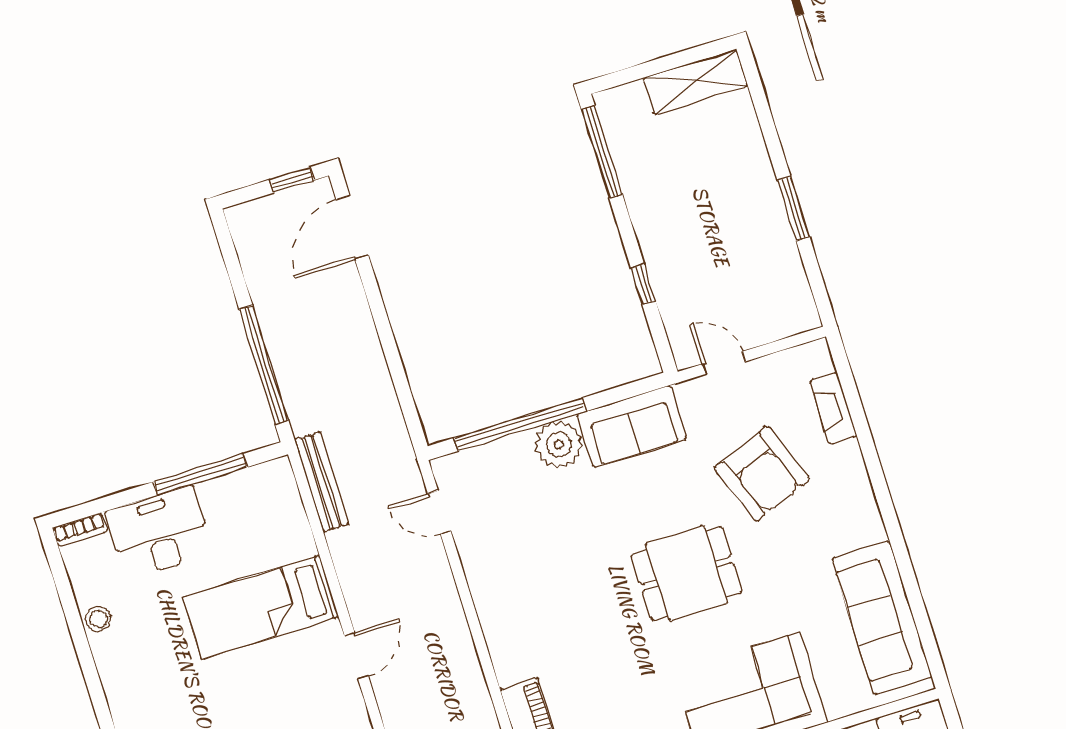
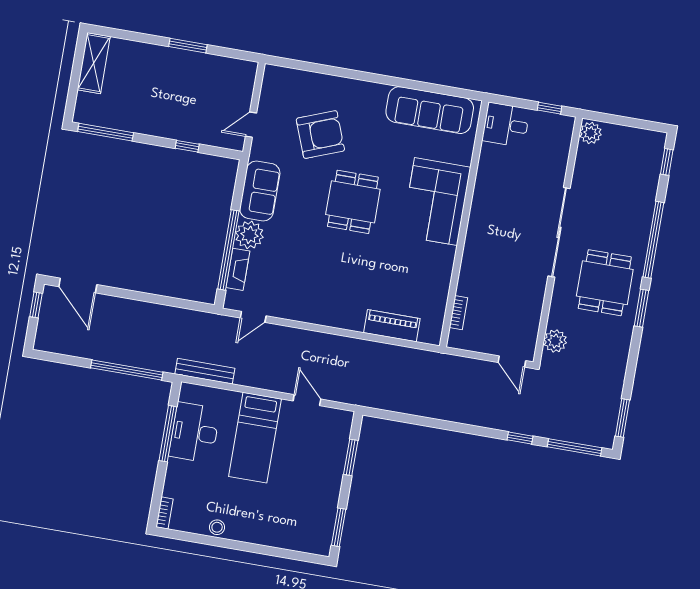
fireplace: (833, 408) -> (238, 269), moved, turned -90
desk: (159, 533) -> (194, 432), moved

